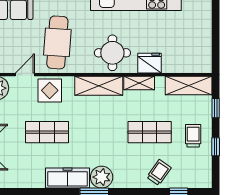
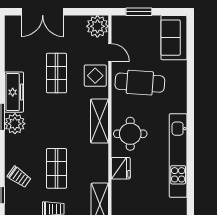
shelving: (139, 83) -> (102, 159), removed

